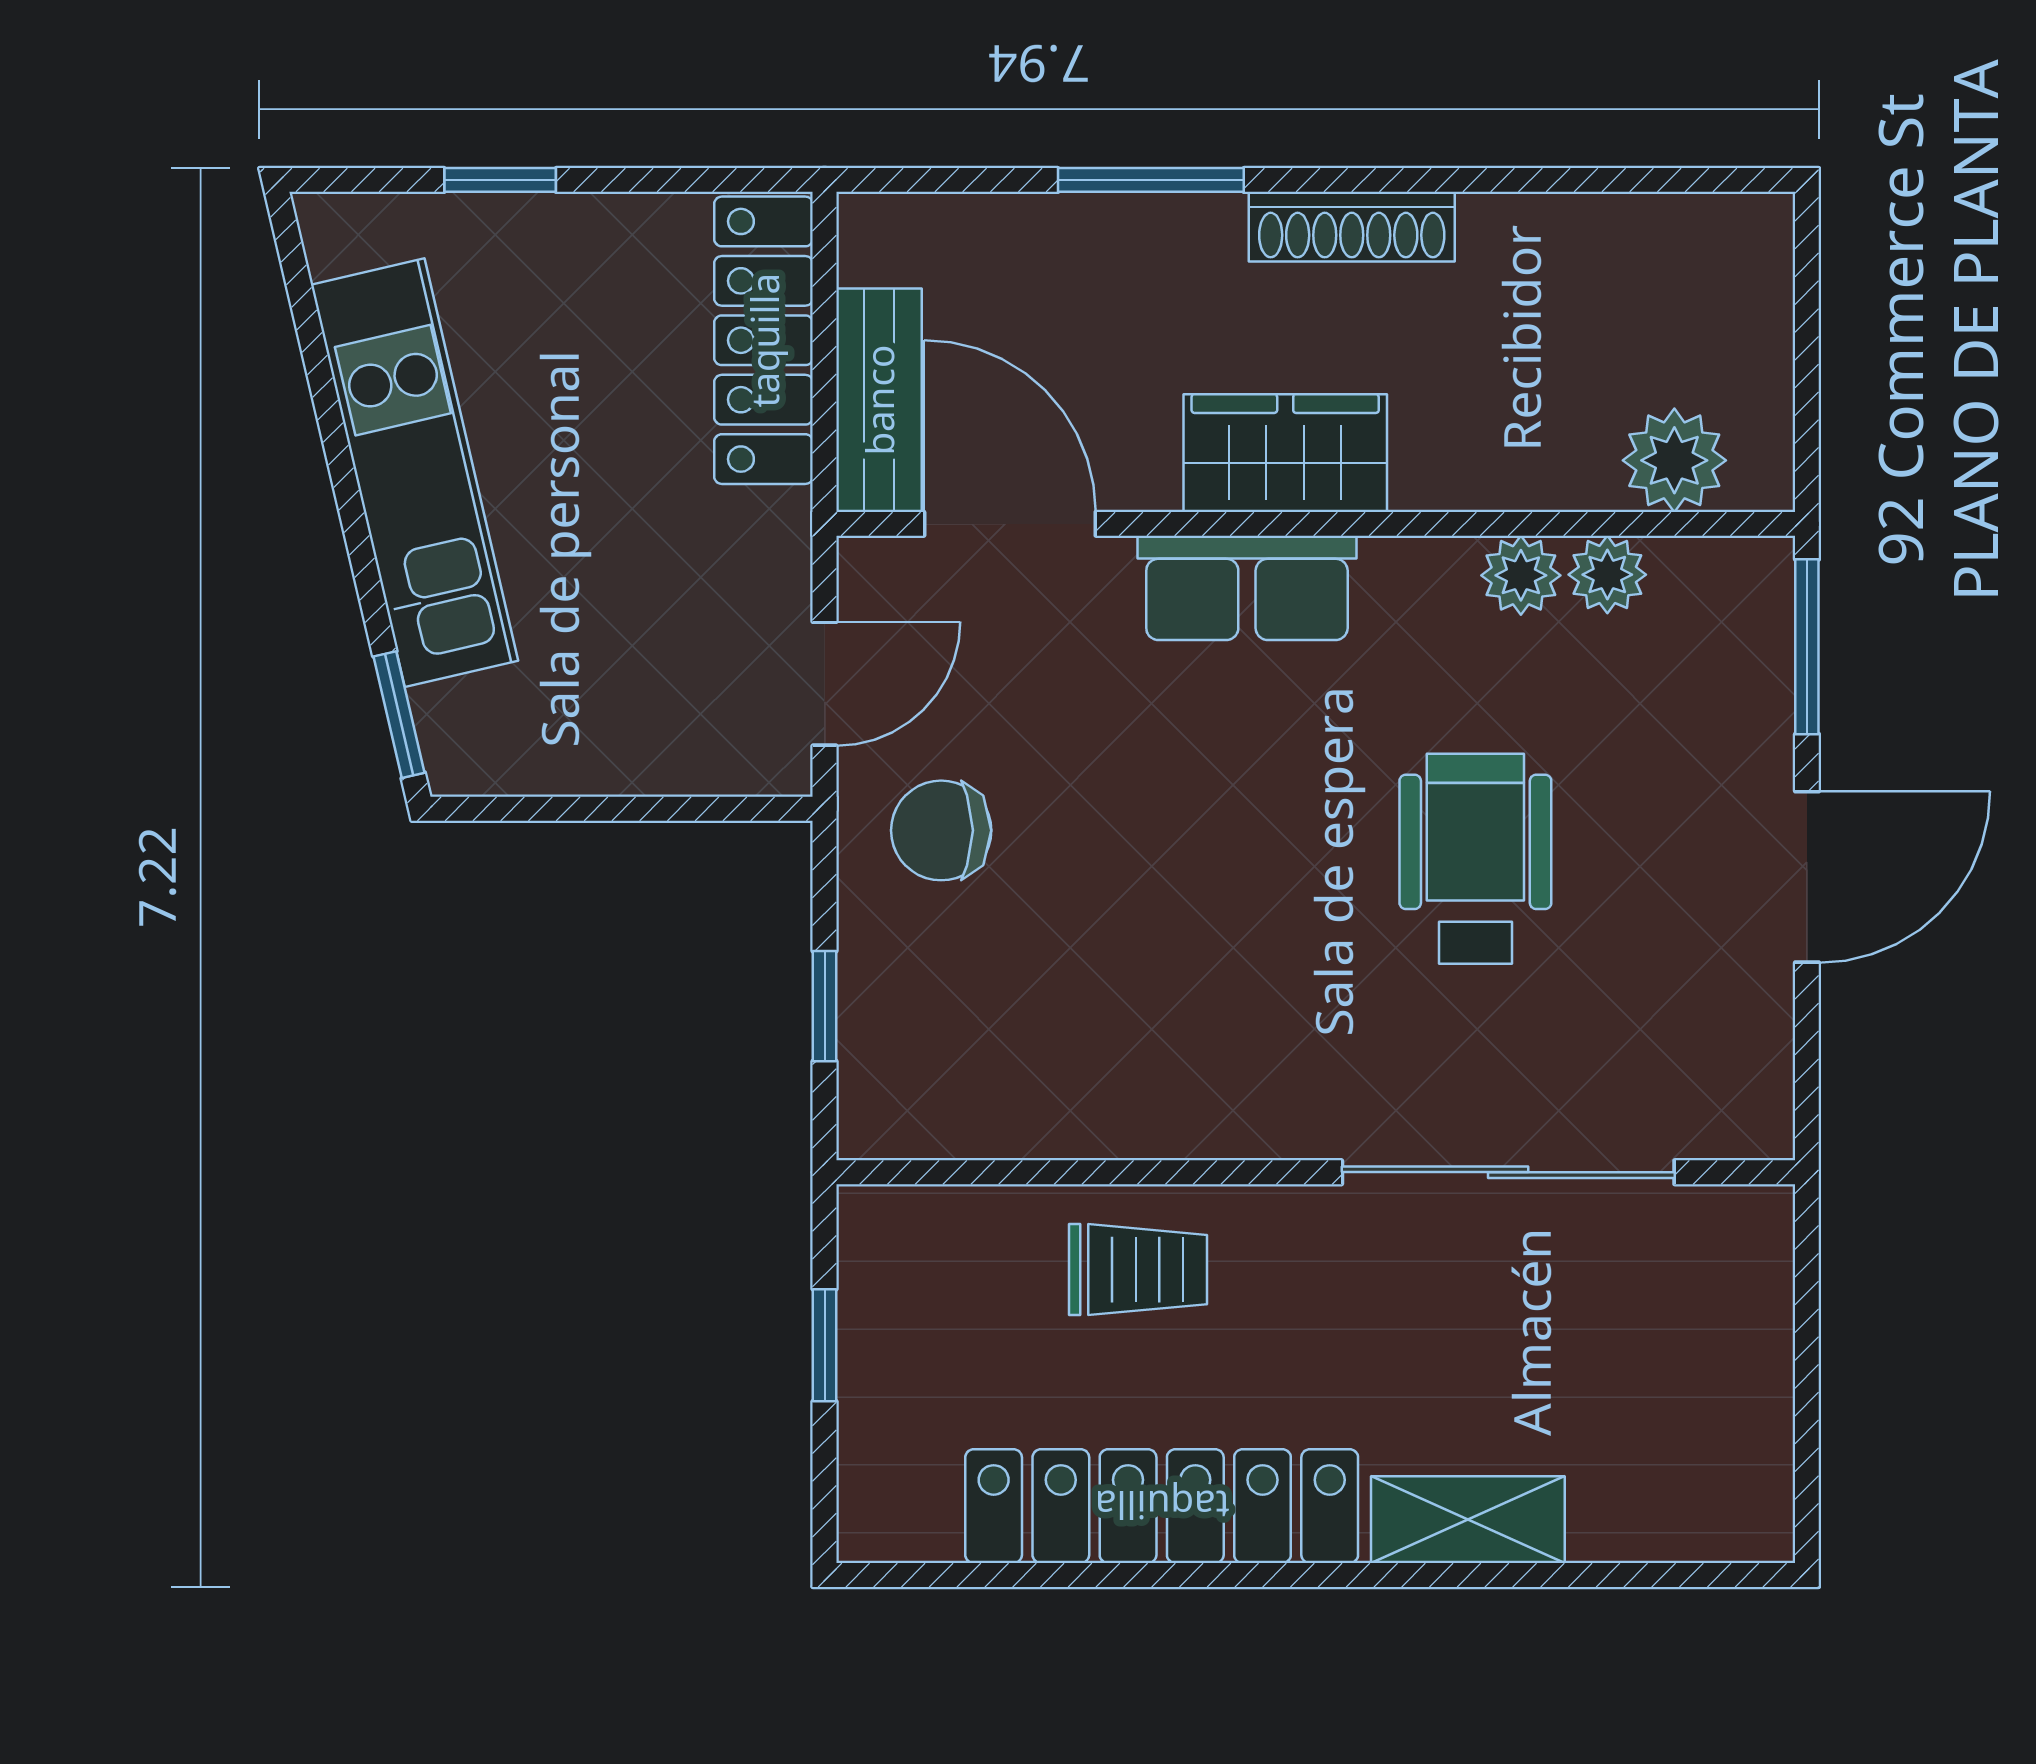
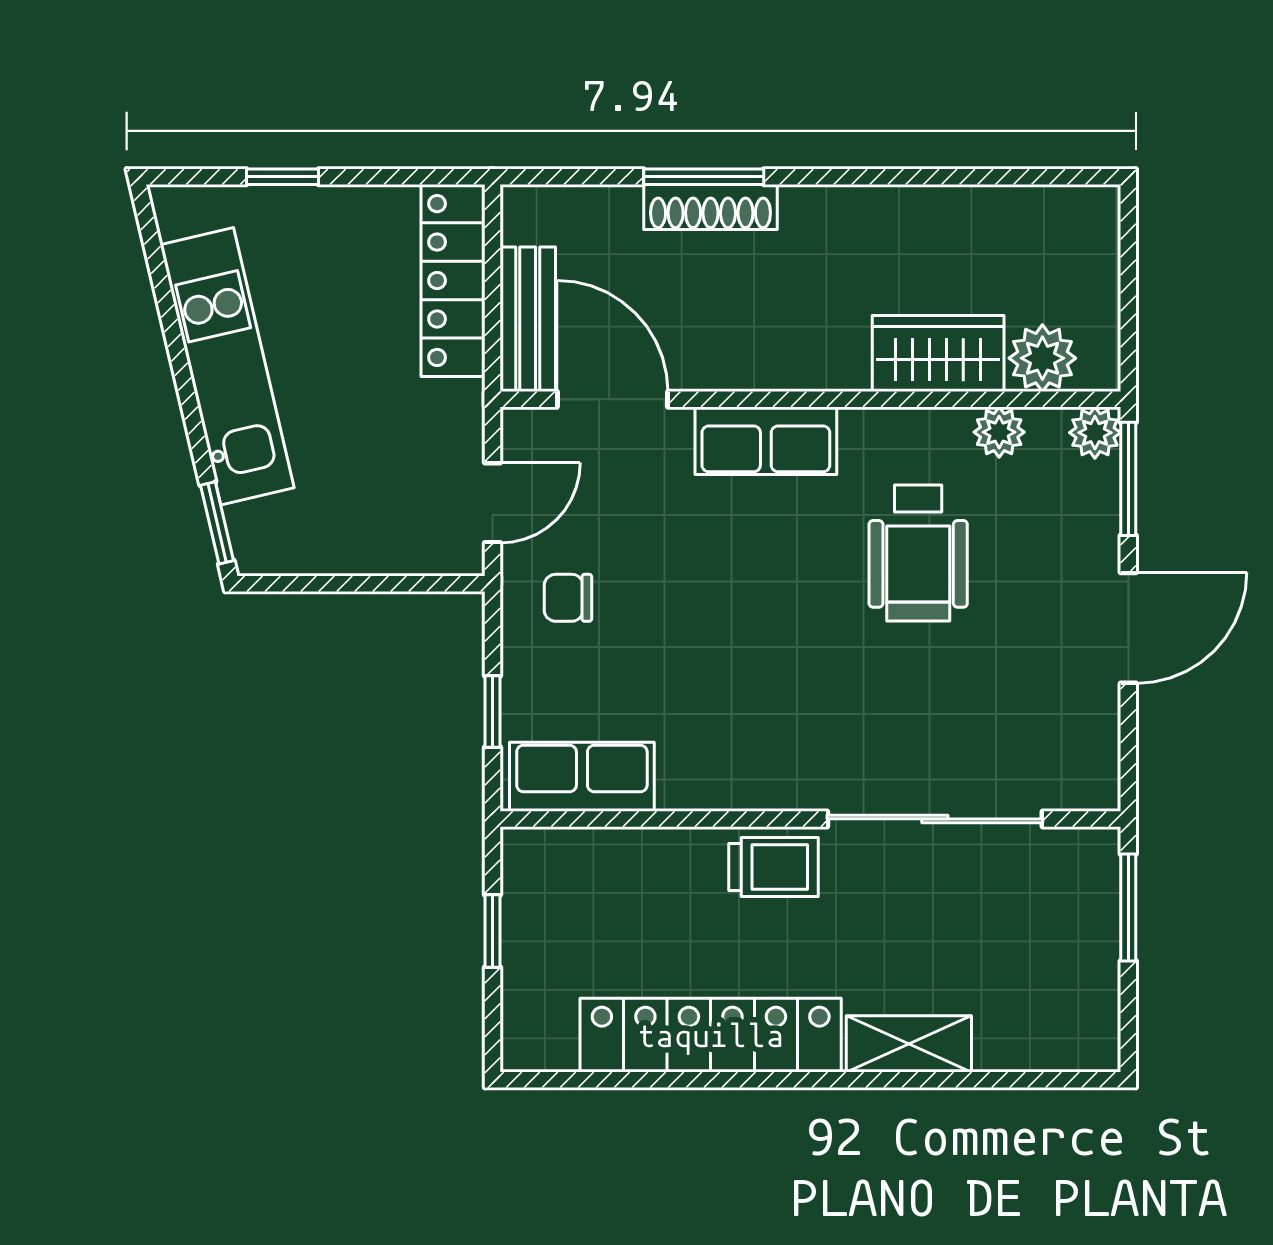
shoe rack: (1352, 227) -> (711, 207), moved
wardrobe: (1285, 453) -> (938, 354), moved
plant: (1521, 575) -> (1095, 433), moved
chair: (941, 830) -> (568, 598), width x0.73, depth x0.73
wheelchair: (1475, 859) -> (918, 553), moved, turned 180
row of seats: (963, 1107) -> (582, 777), added
trolley: (1138, 1270) -> (774, 867), moved
window: (1807, 1309) -> (1128, 907), added

